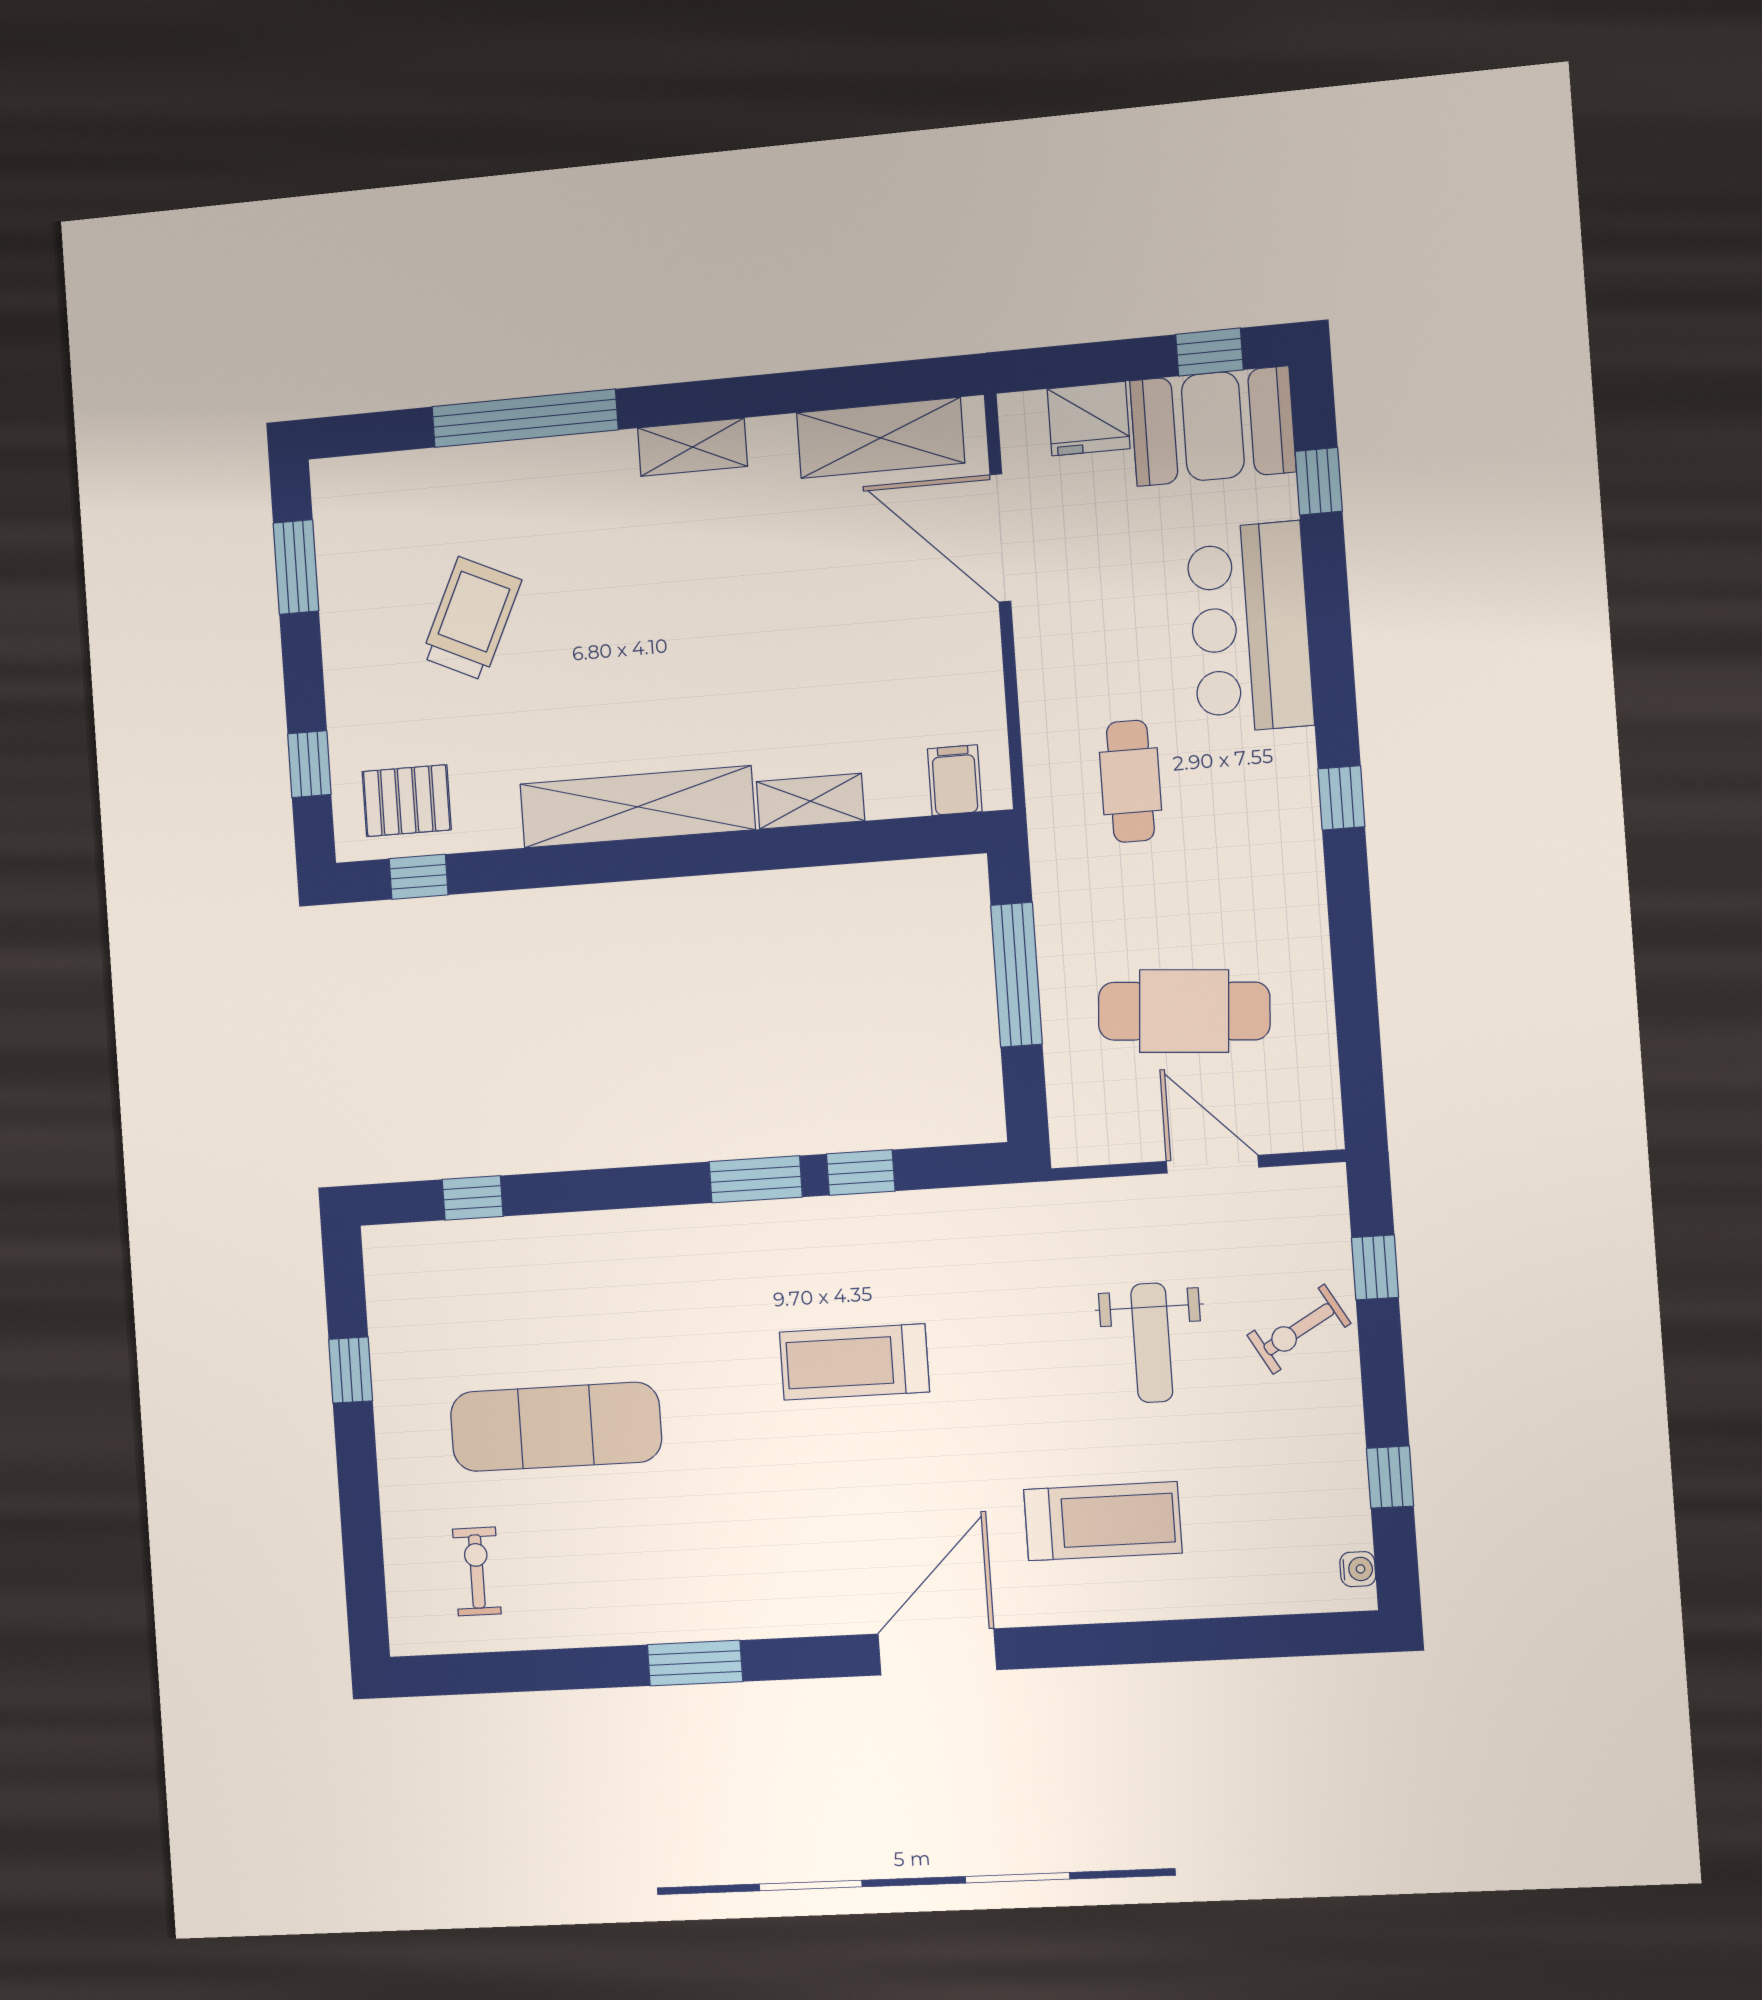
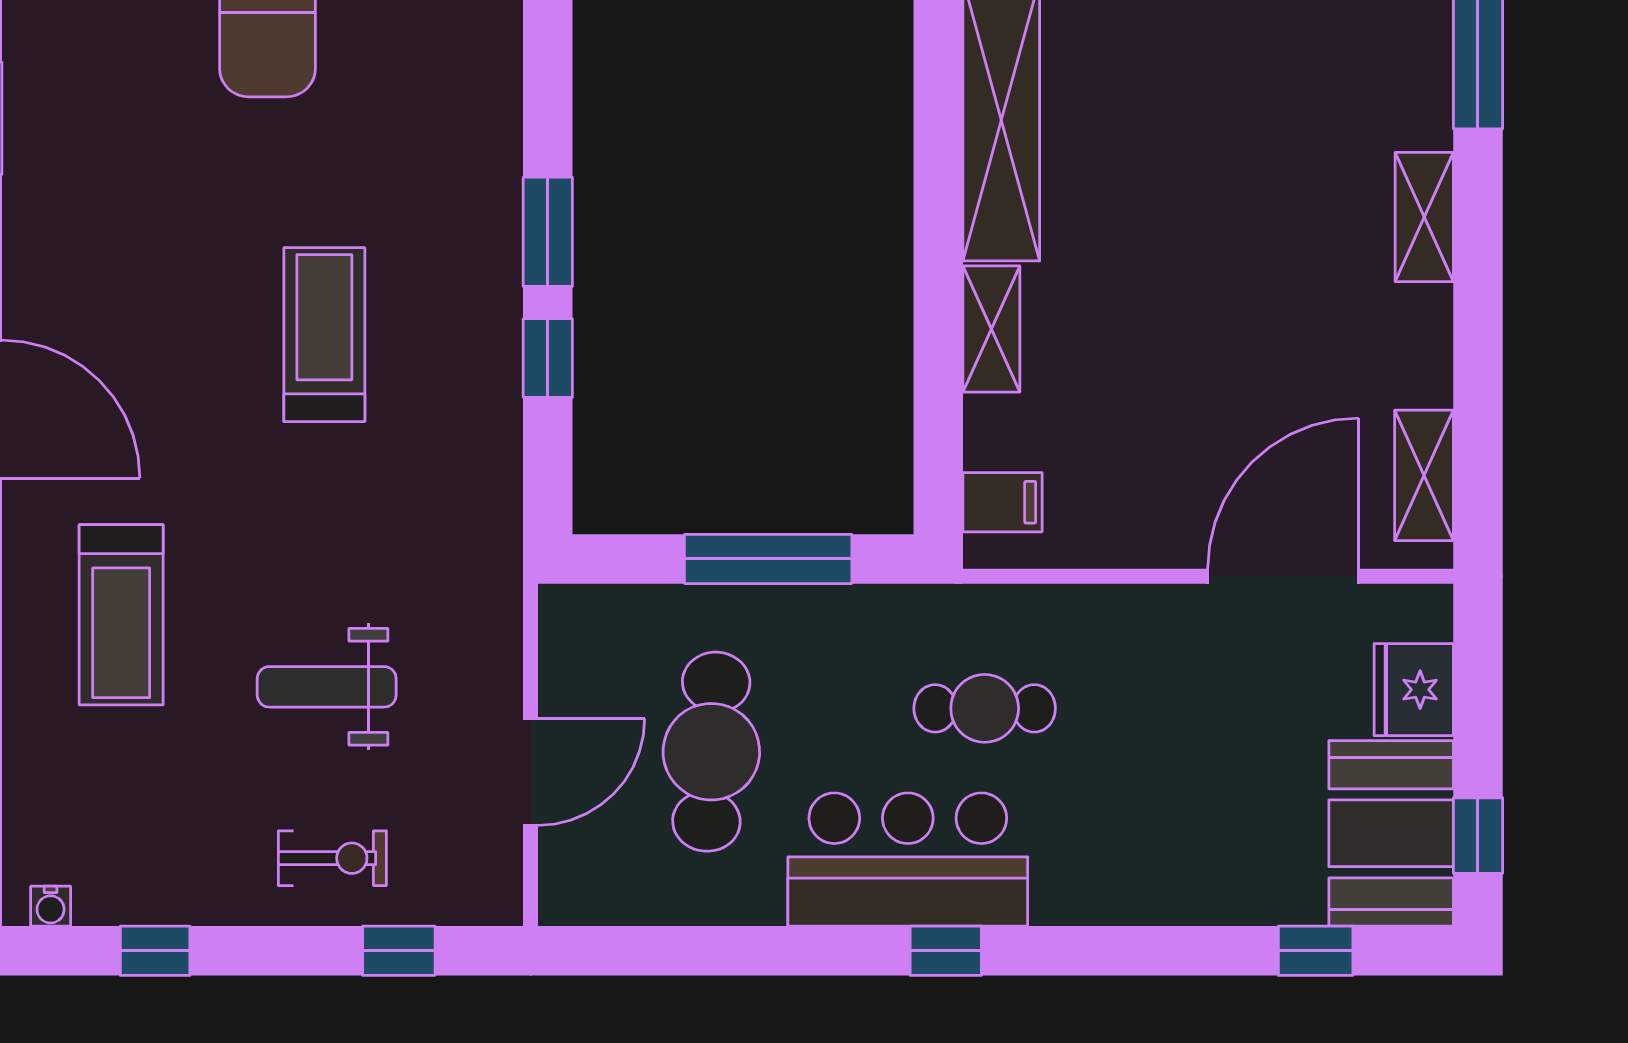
shelving: (880, 438) -> (1424, 475), width x0.67, depth x0.75
bar counter: (1250, 628) -> (908, 859), moved
exercise bike: (1299, 1329) -> (332, 858), turned 120

